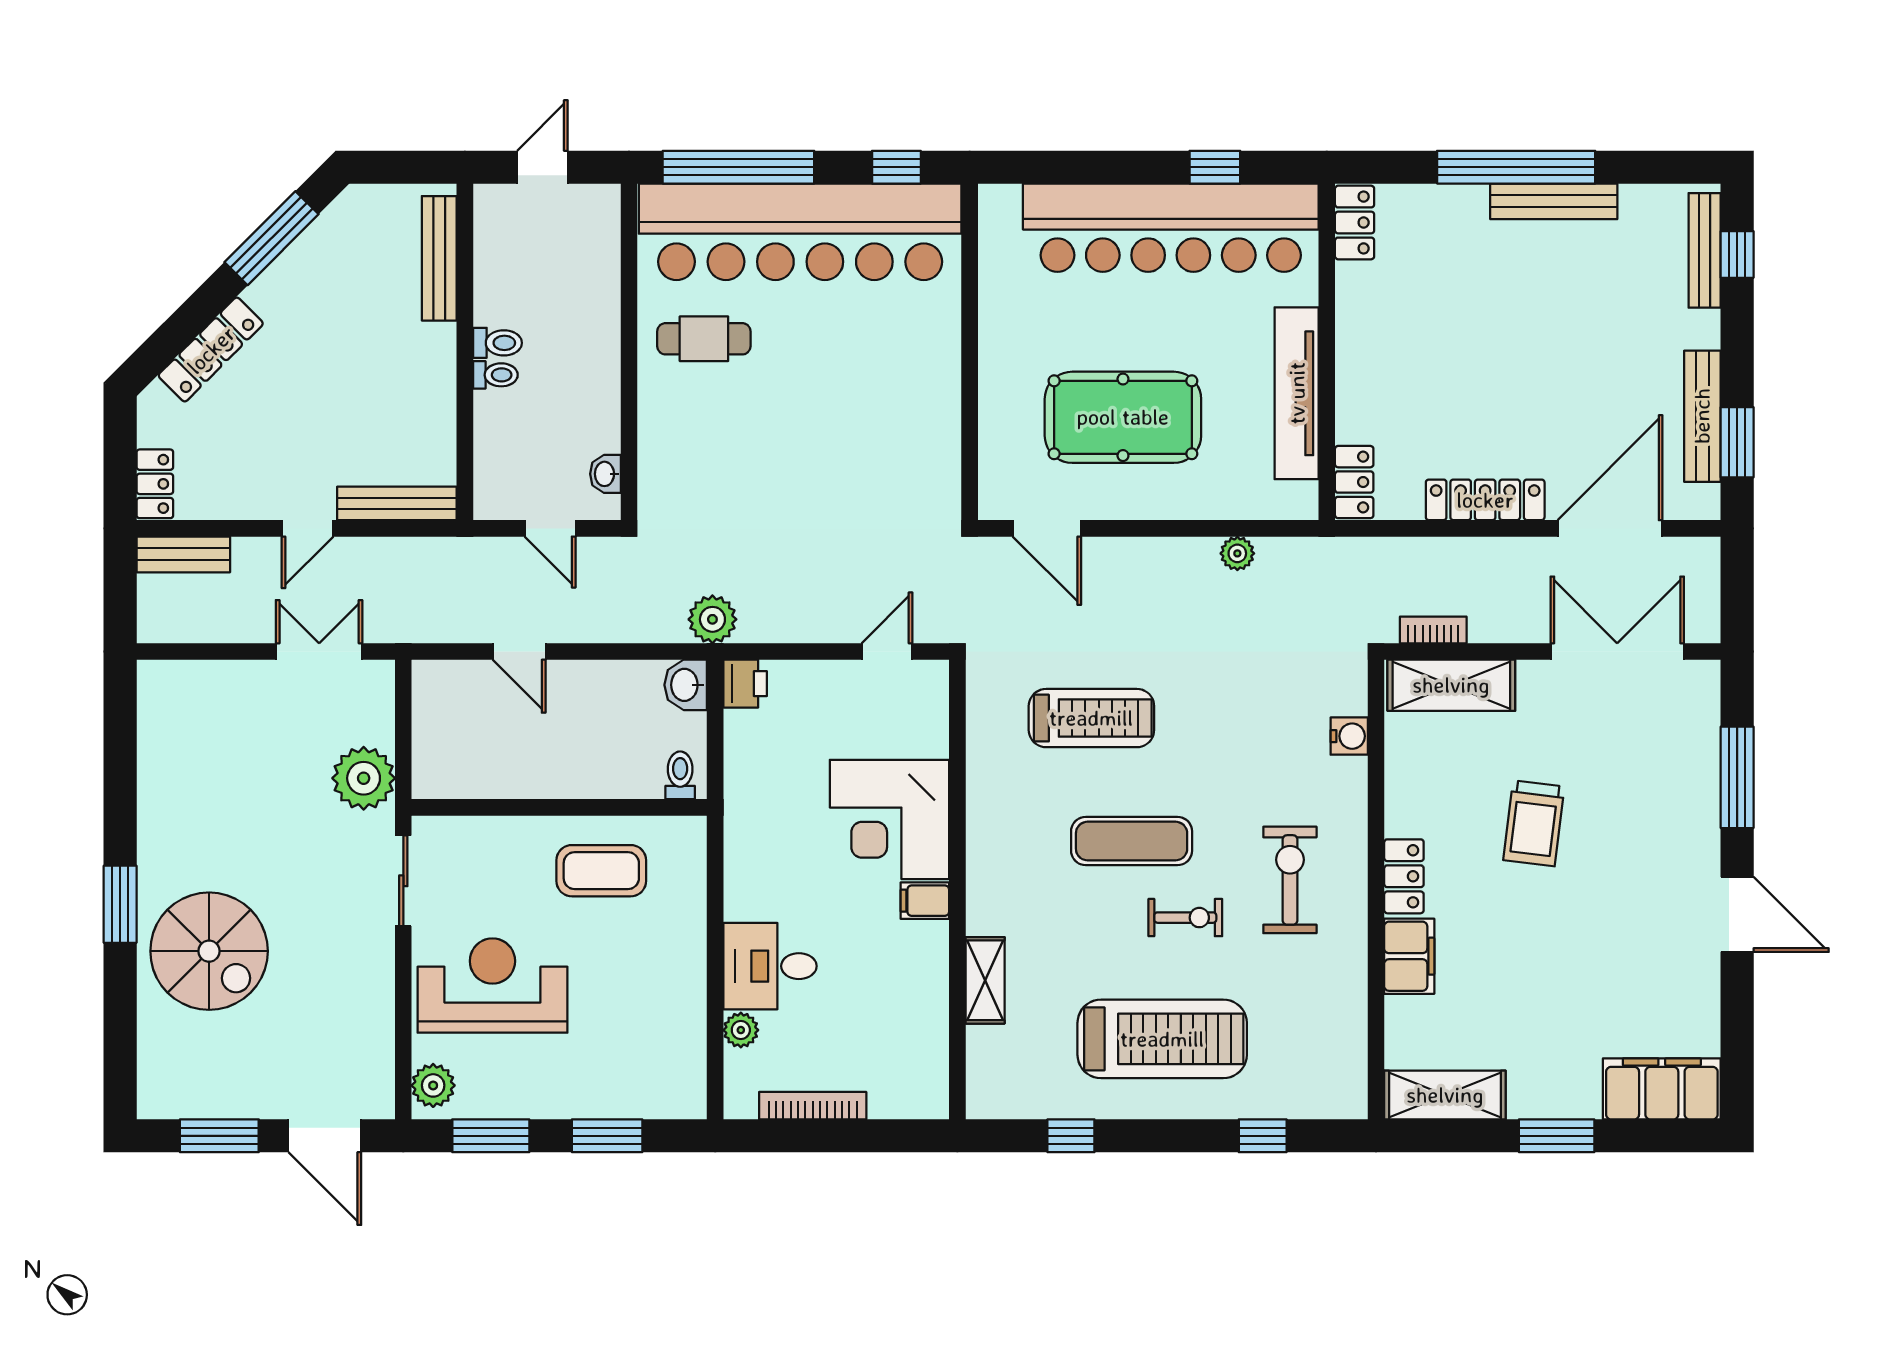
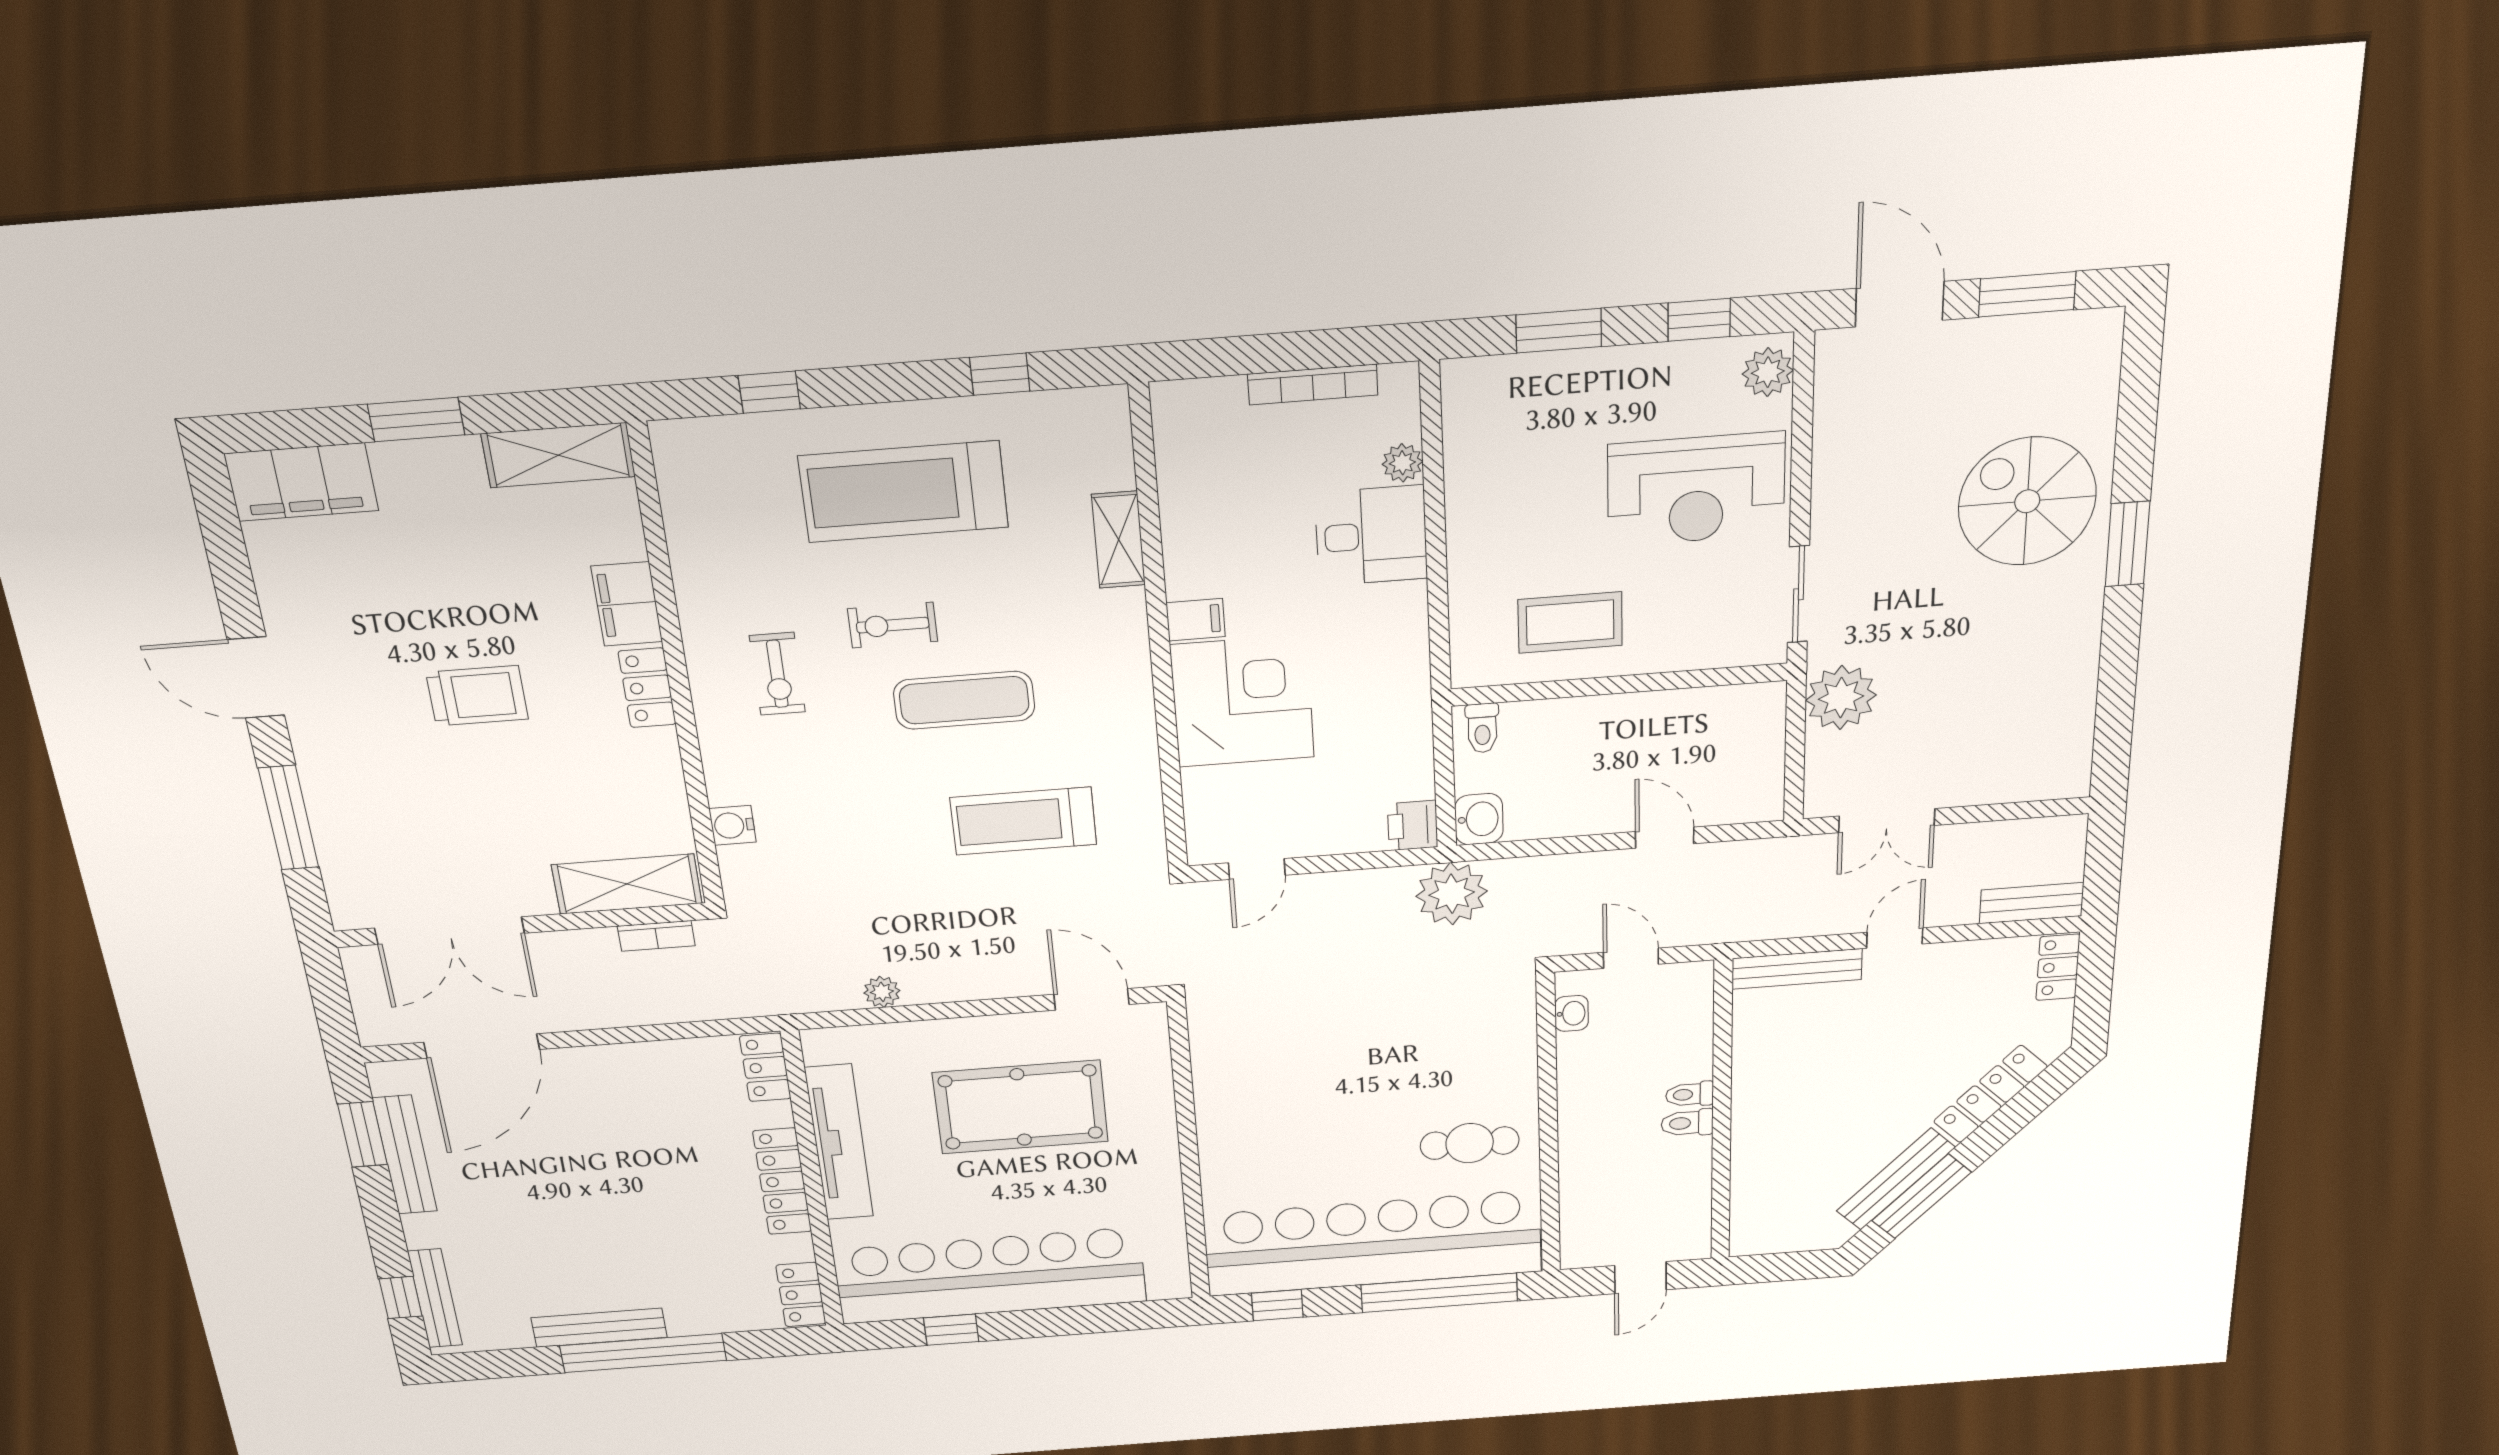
bench: (439, 258) -> (1896, 1179), moved, turned 45
locker: (1485, 500) -> (782, 1181), moved, turned 90
plant: (712, 619) -> (1452, 894), width x1.36, depth x1.36
trolley: (1534, 823) -> (477, 696), moved, turned 83
exercise bike: (1290, 880) -> (777, 674), width x0.73, depth x0.72
window: (491, 1136) -> (1699, 320), width x0.67

